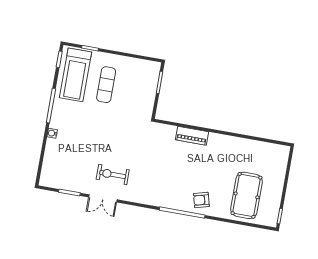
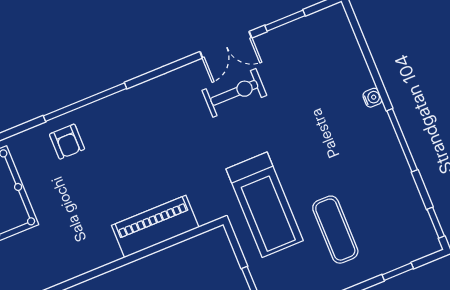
treadmill: (76, 75) -> (265, 205), moved, turned 180
piano: (192, 136) -> (155, 226), width x1.37, depth x1.33
double door: (103, 198) -> (226, 45), swing flipped
armchair: (201, 200) -> (67, 142), turned 105

